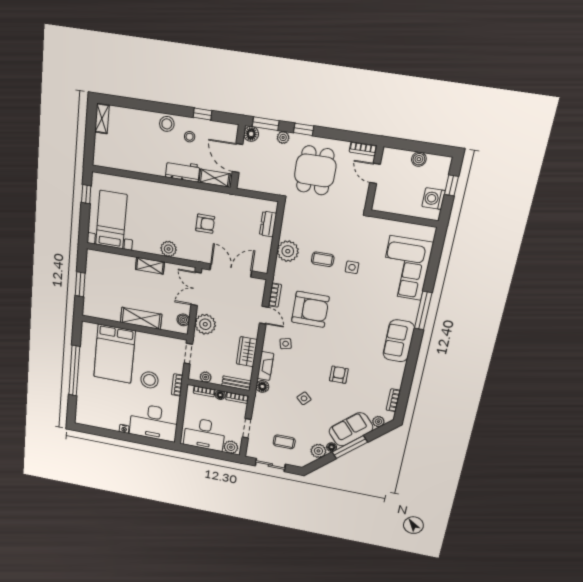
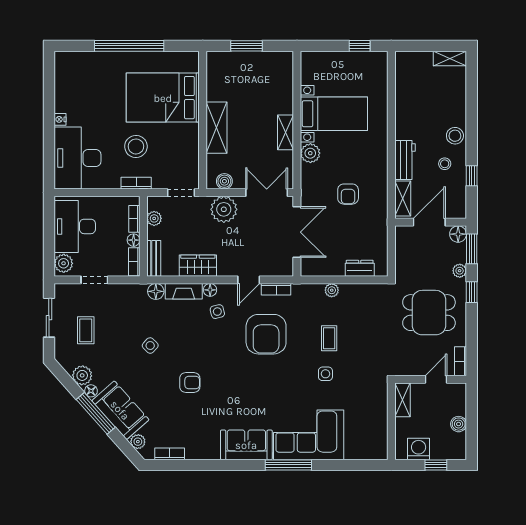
shelving: (387, 206) -> (402, 400), added
bed with nightstands: (111, 220) -> (334, 114), moved
plant: (288, 251) -> (332, 290), width x0.53, depth x0.53
corner sofa: (406, 268) -> (309, 435), moved
floor lamp: (267, 346) -> (210, 290), added

